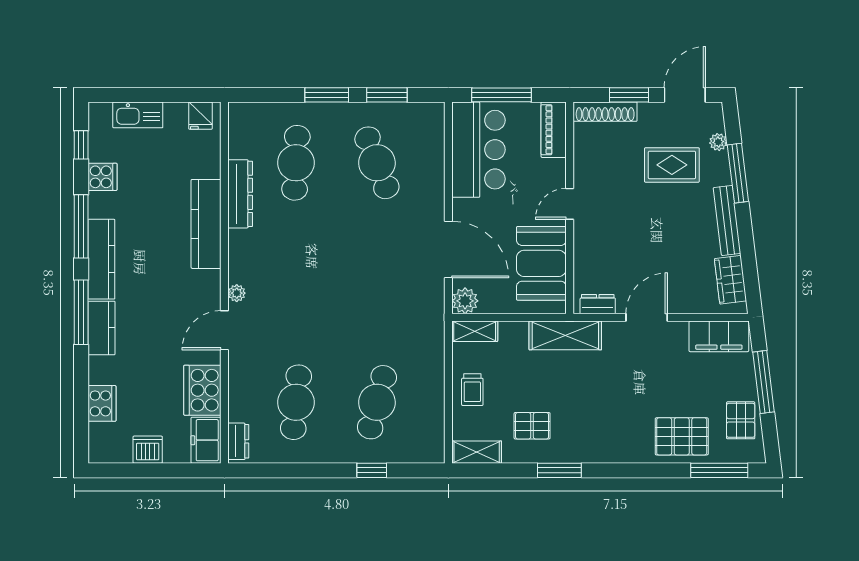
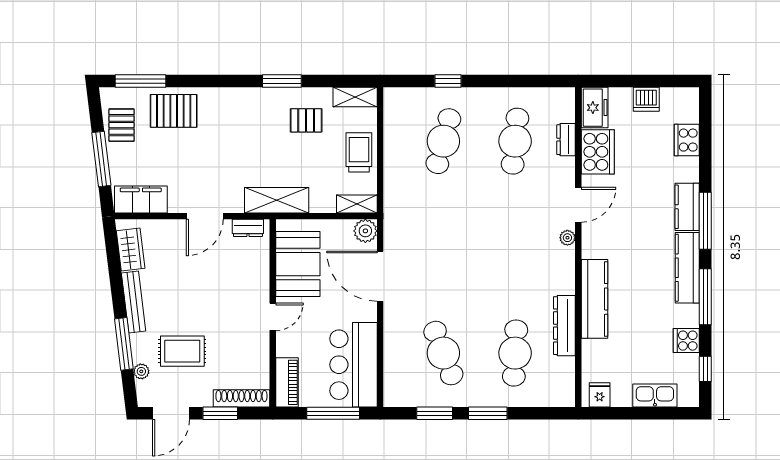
trolley: (472, 390) -> (359, 152), width x1.36, depth x1.39
dresser: (238, 441) -> (566, 140), moved

